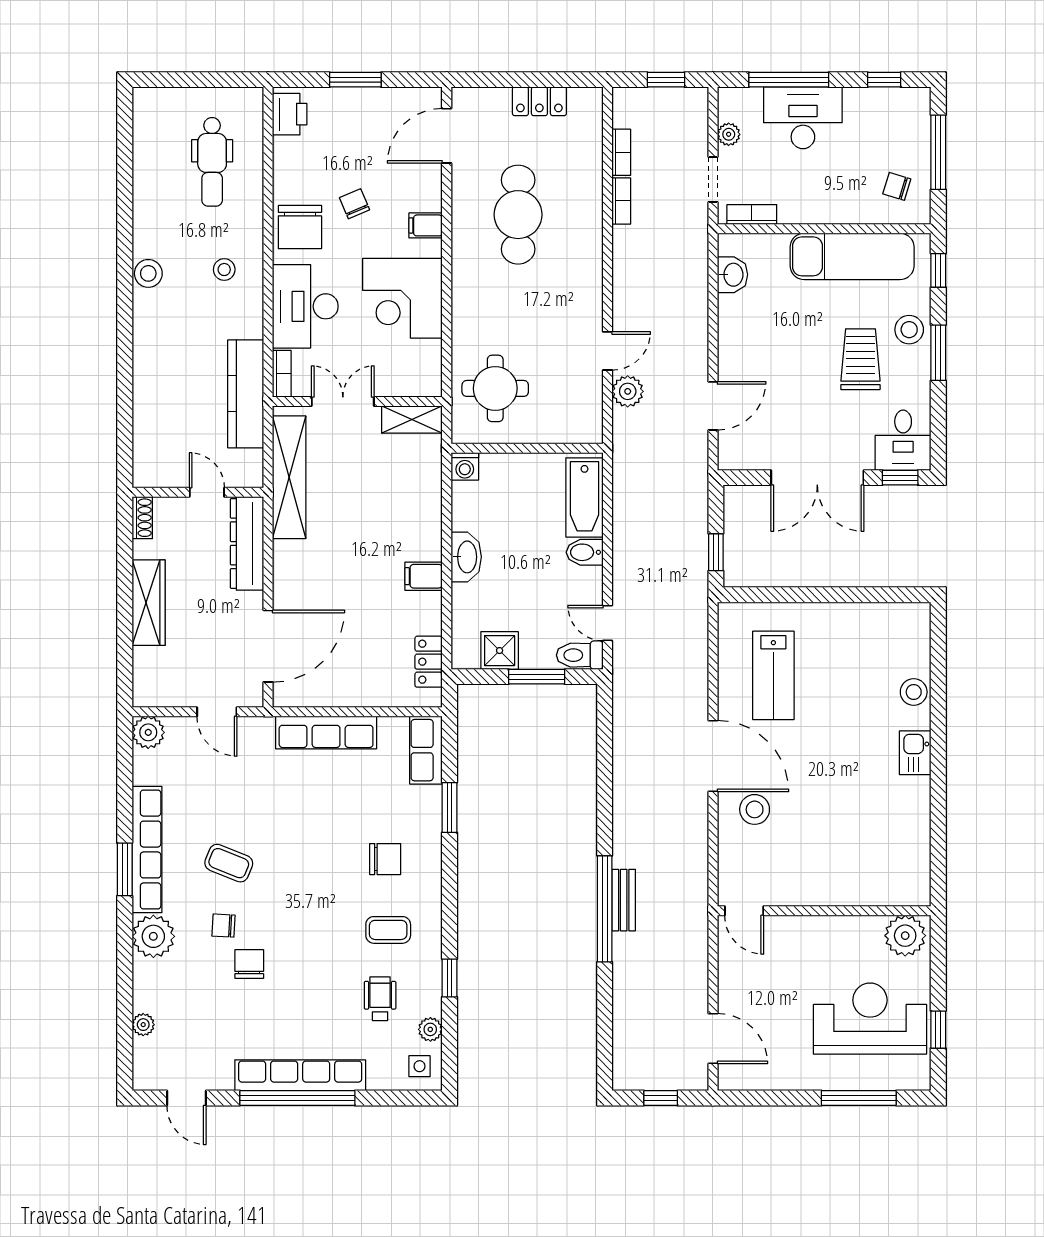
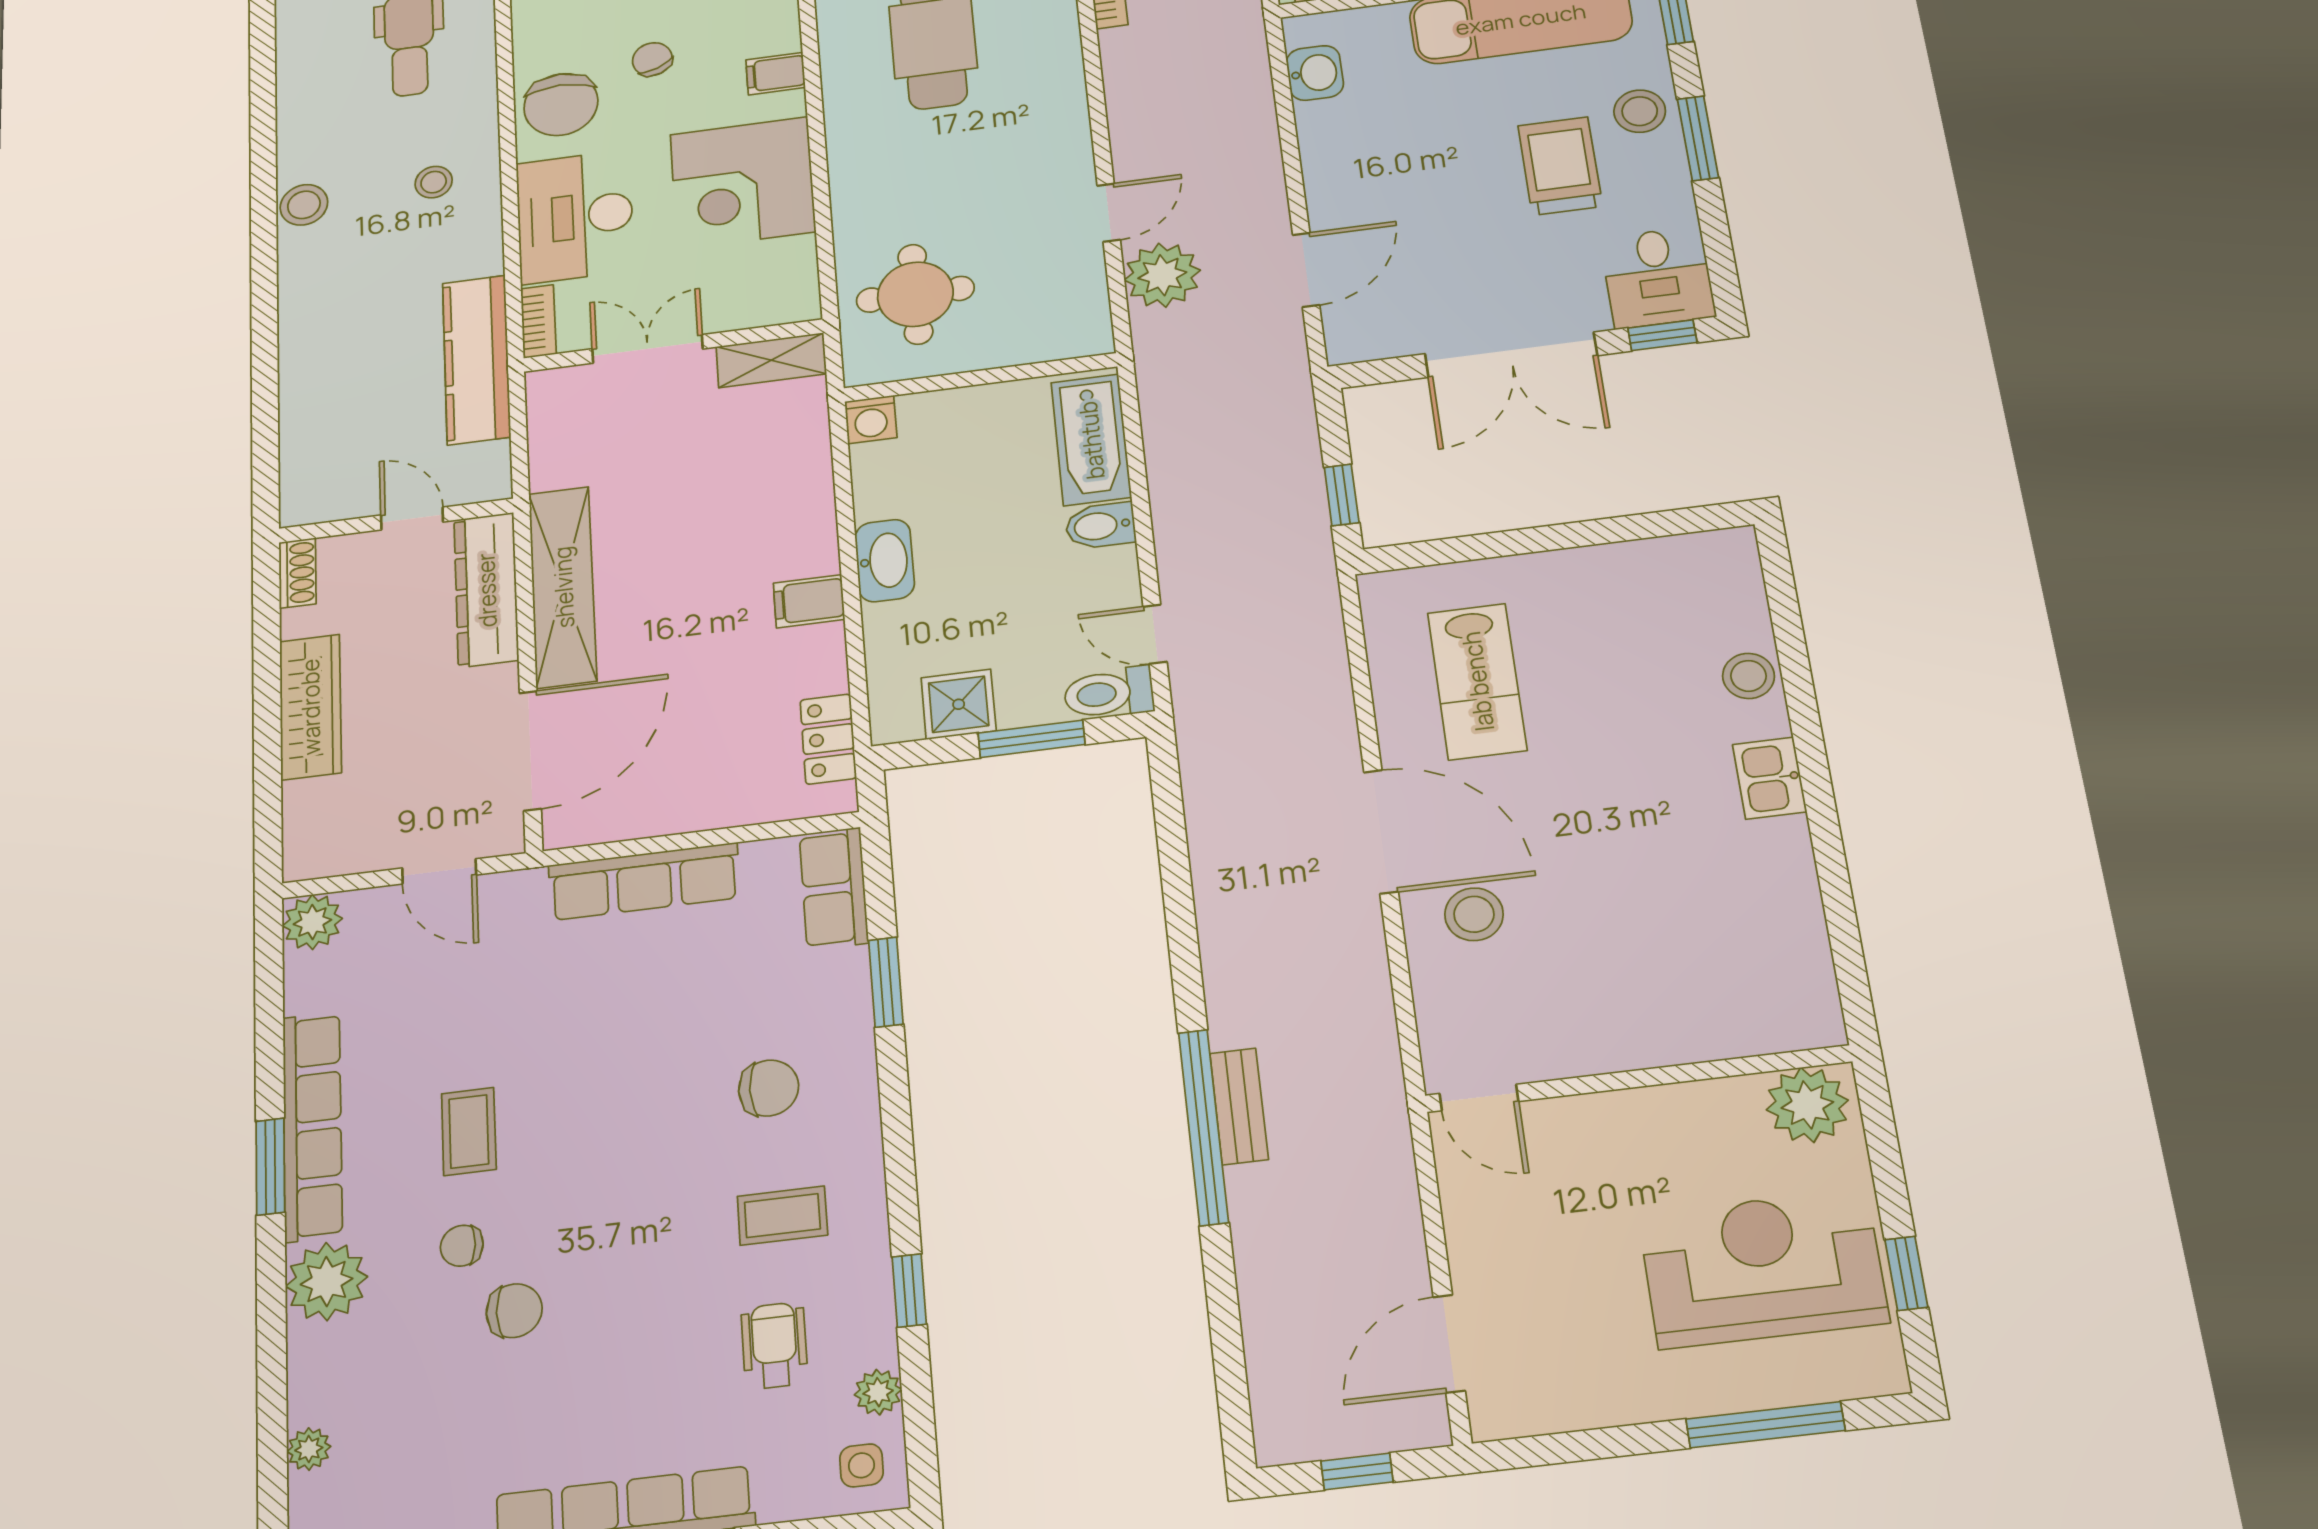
plant: (628, 391) -> (1162, 275), width x1.36, depth x1.36
shelving: (289, 477) -> (563, 587), moved
coffee table: (229, 863) -> (469, 1131), turned 68
chair: (249, 964) -> (514, 1311), turned 90
door: (713, 1039) -> (1449, 1344), swing flipped

